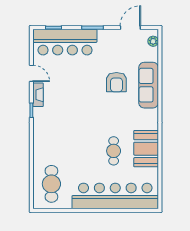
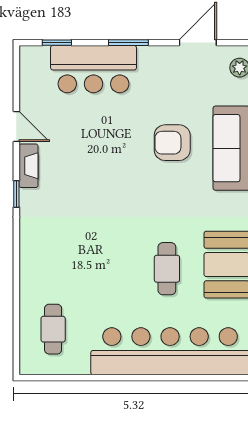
bar counter: (65, 42) -> (93, 69), width x0.73
armchair: (116, 82) -> (172, 143), turned 90
cafe table: (51, 184) -> (53, 329), width x0.73, depth x0.74

